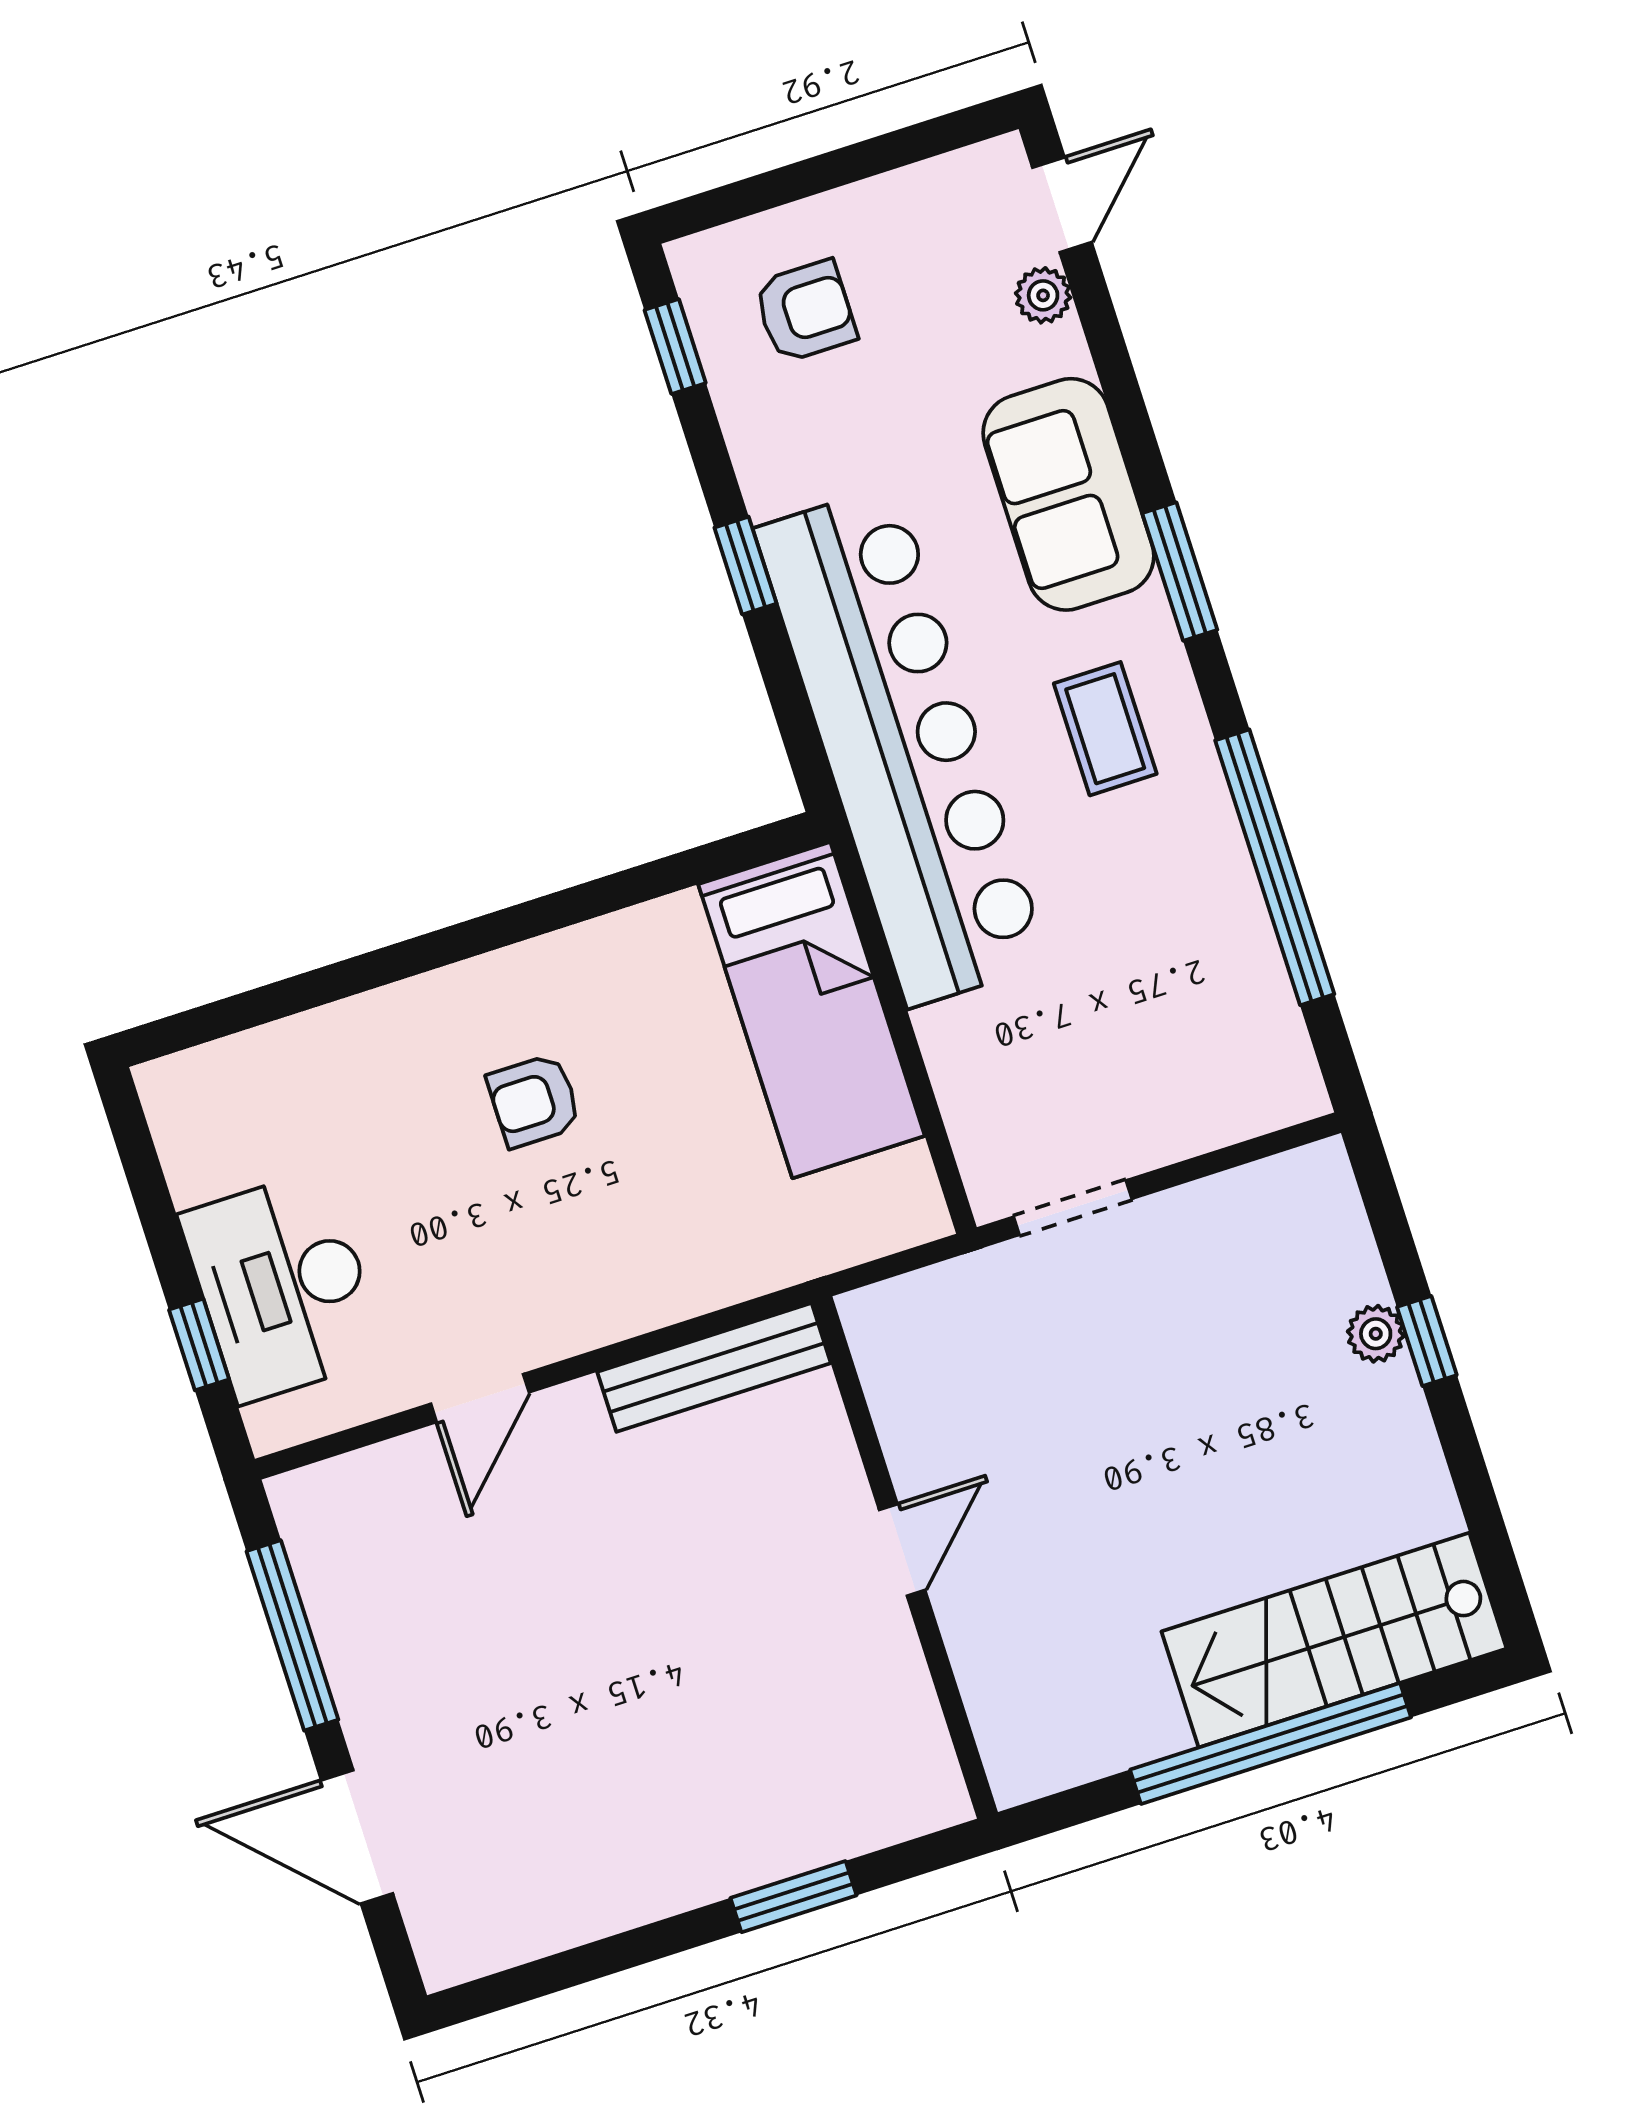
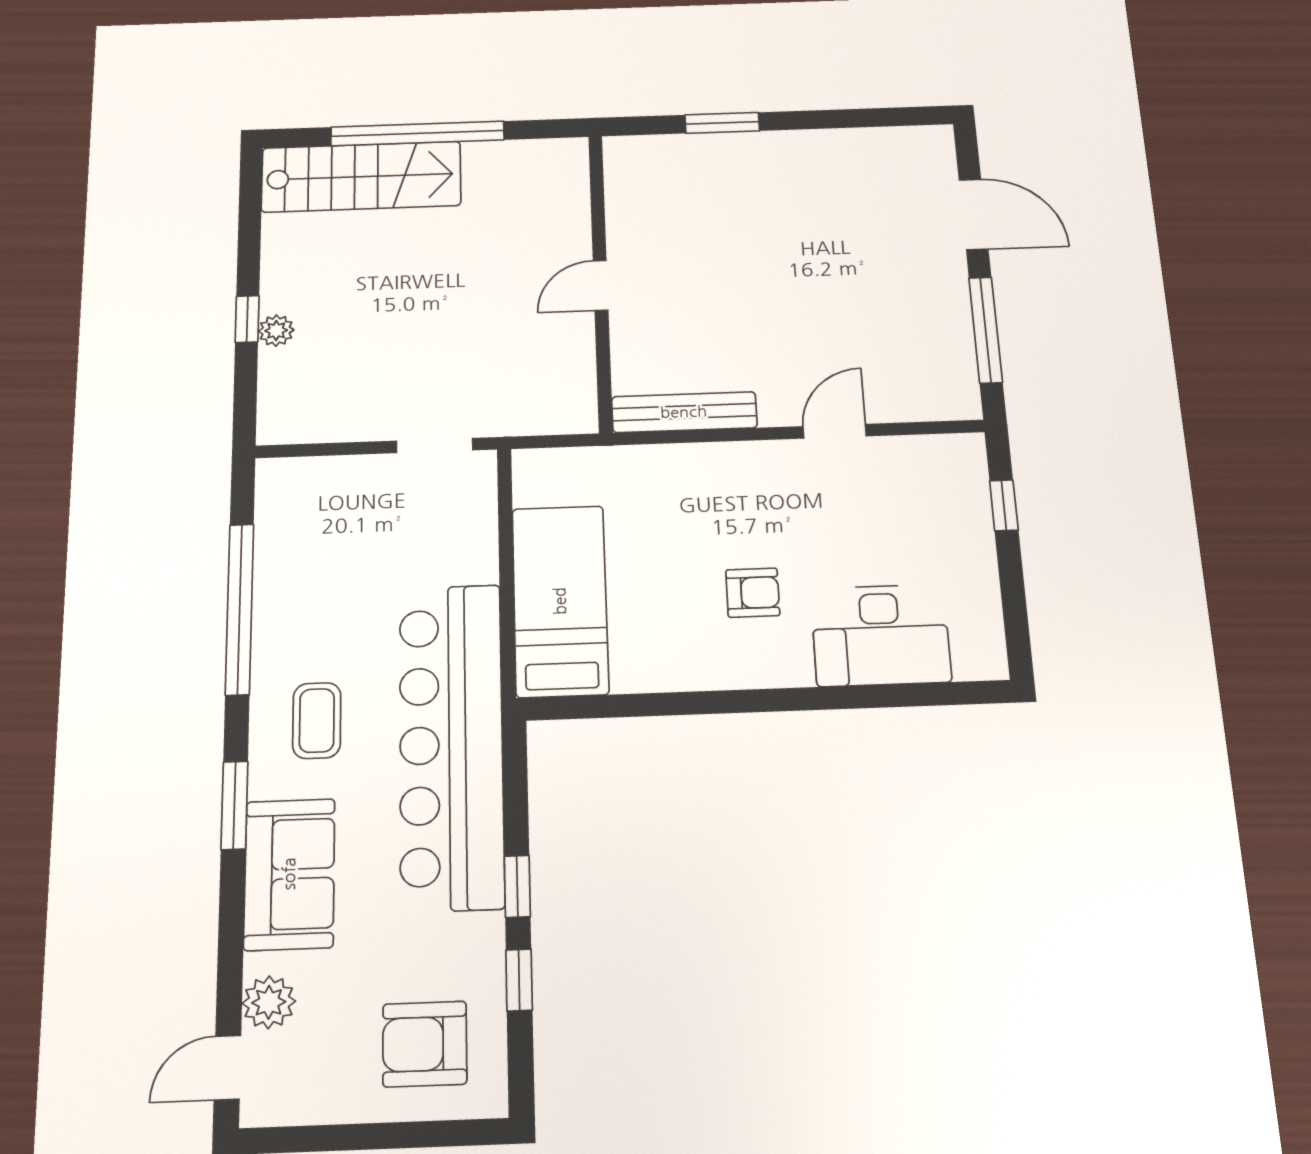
plant: (1043, 295) -> (269, 1002), width x1.38, depth x1.38
armchair: (805, 311) -> (425, 1044), width x1.38, depth x1.38
window: (675, 346) -> (519, 980), moved
desk: (283, 1286) -> (881, 635), moved, turned 90

